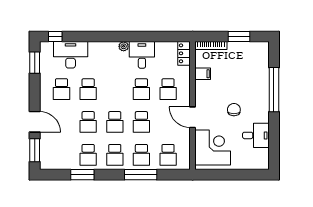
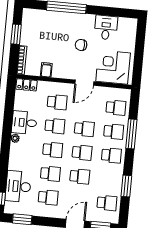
school desk: (115, 89) -> (53, 150), added
school desk: (88, 155) -> (107, 203), moved

